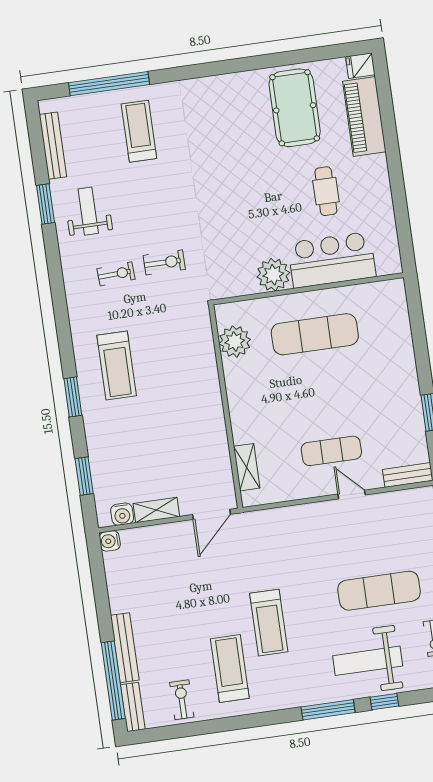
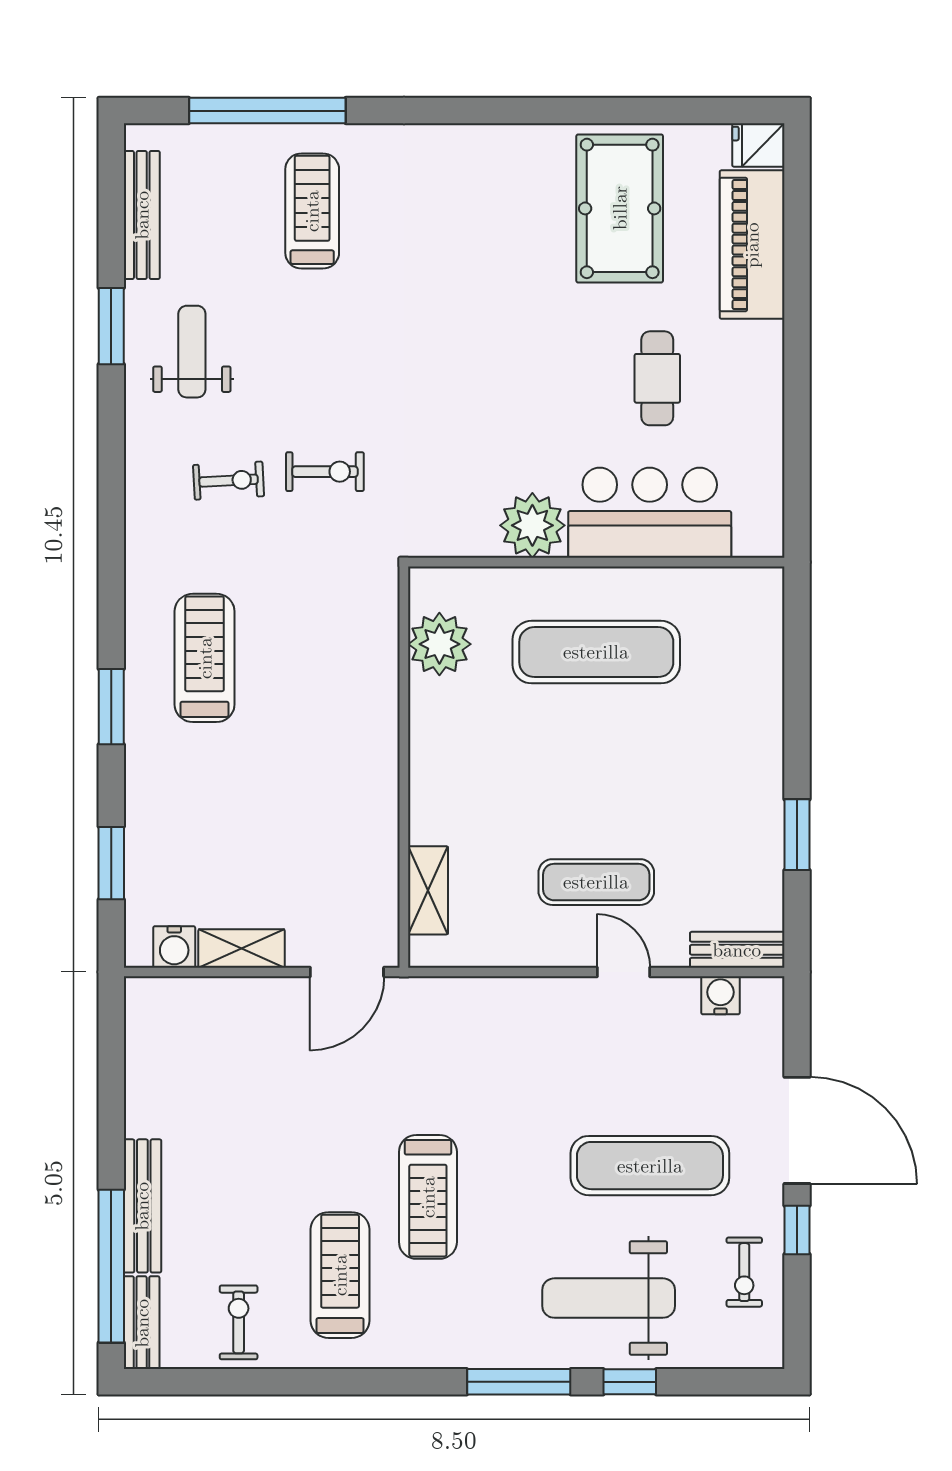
treadmill: (117, 366) -> (205, 658), turned 180
water cooler: (110, 541) -> (721, 995), moved, turned 90

